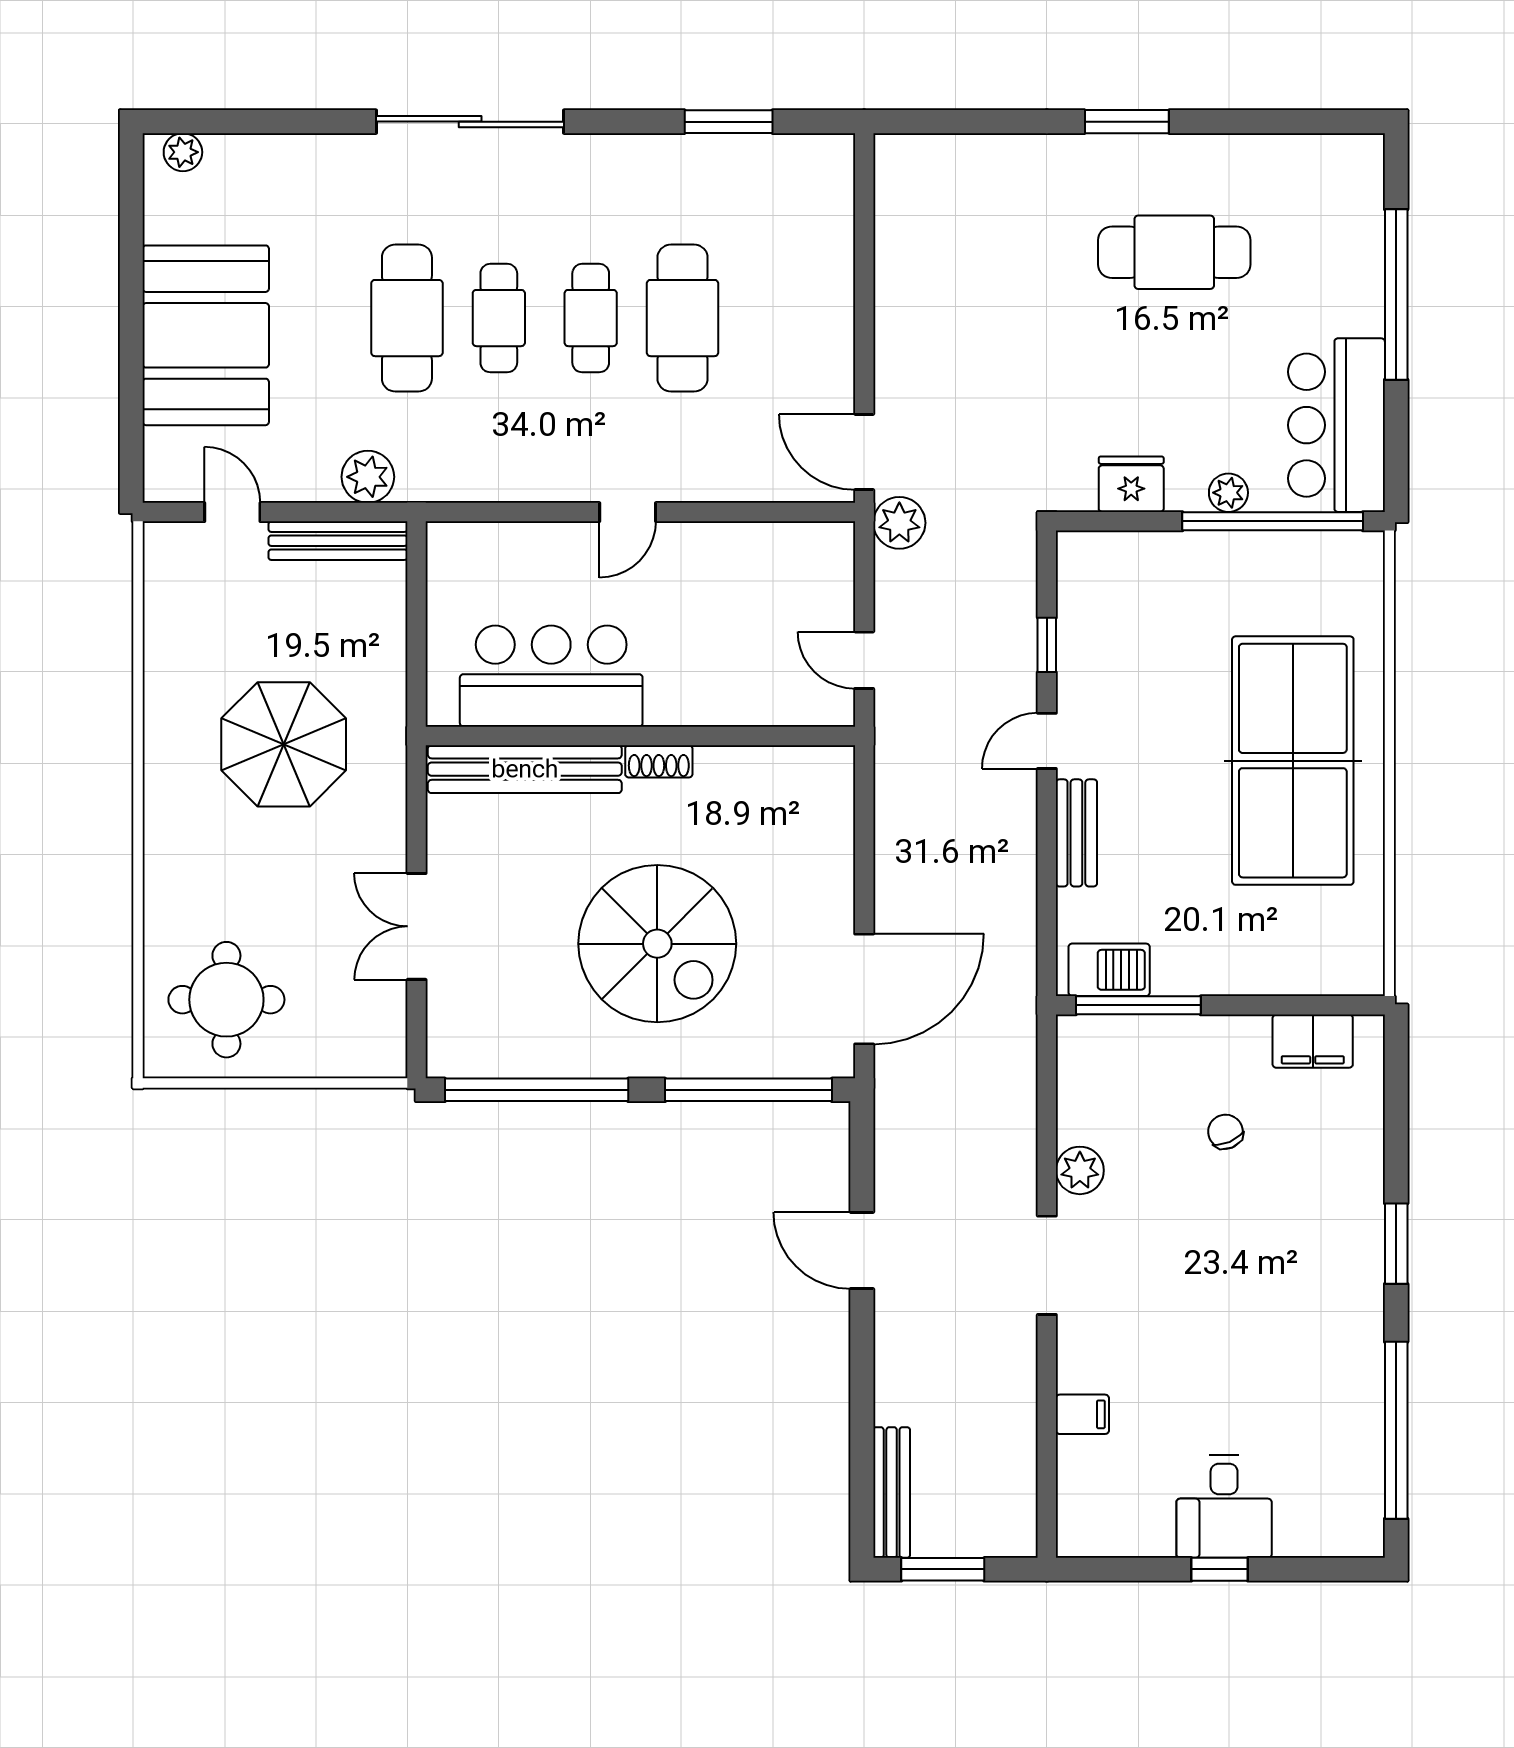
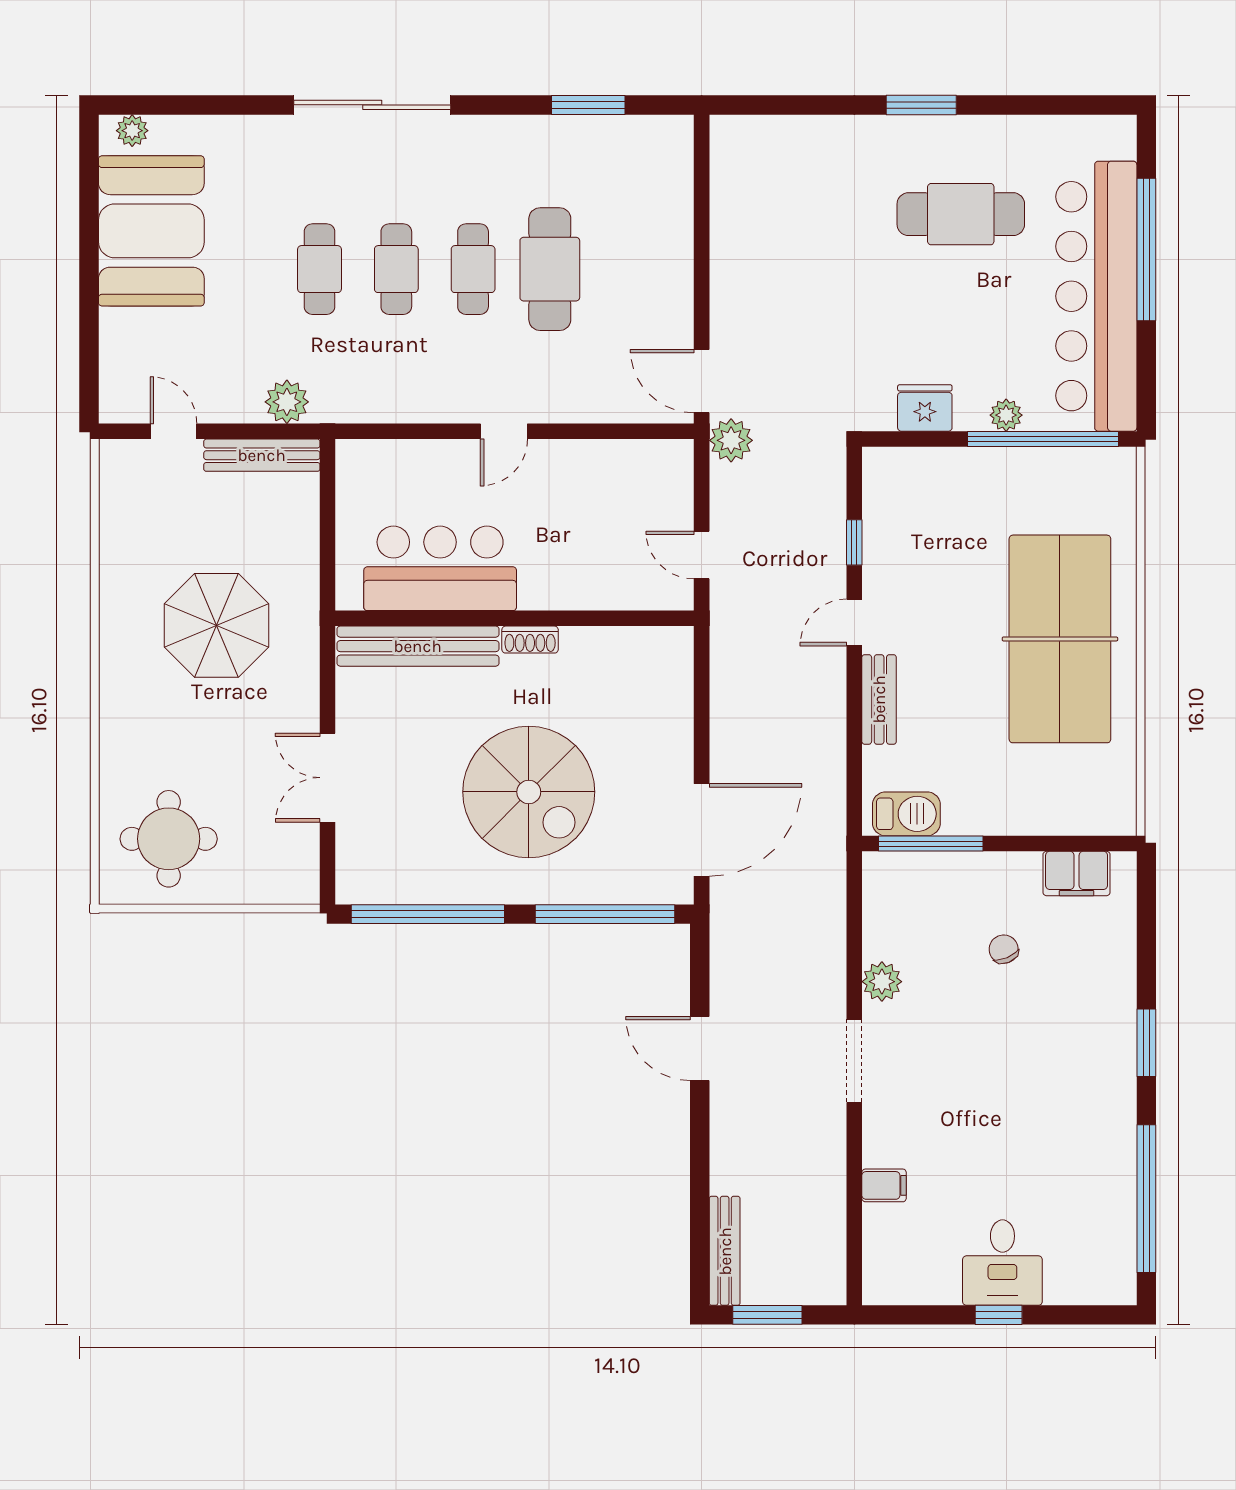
cafe table: (407, 318) -> (320, 269), width x0.73, depth x0.74
booth: (206, 335) -> (151, 231), moved
bar counter: (1336, 425) -> (1096, 296), width x1.86

